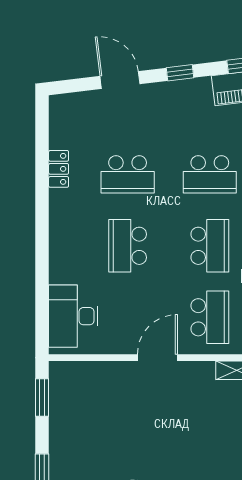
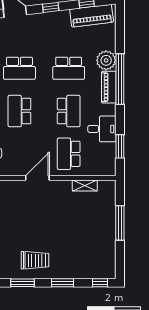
school desk: (210, 317) -> (69, 154), turned 180

